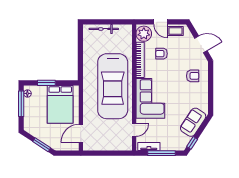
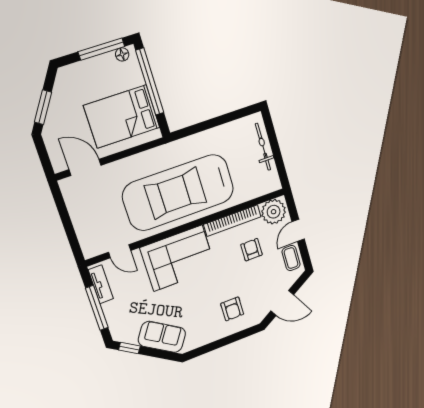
door: (201, 44) -> (282, 303), hinge flipped
window: (46, 83) -> (150, 82), width x2.11

